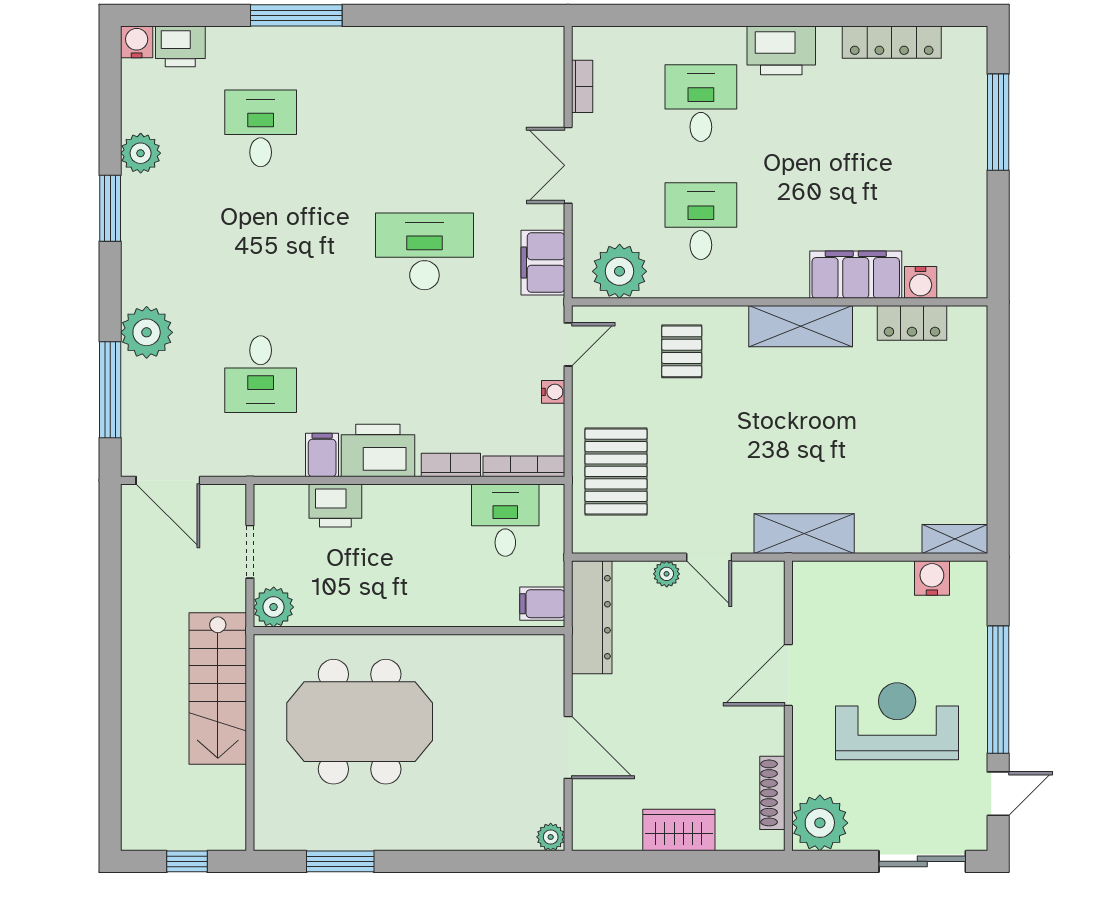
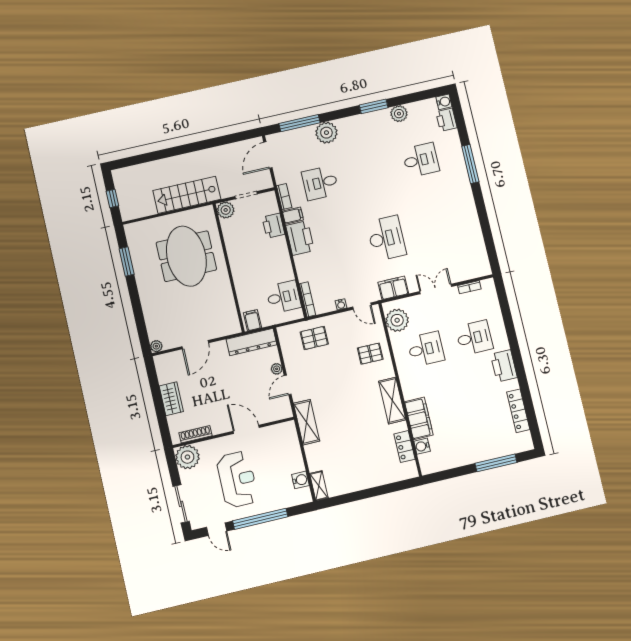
bookcase: (451, 465) -> (284, 197), moved
pallet: (616, 471) -> (314, 338), width x0.67, depth x0.71

